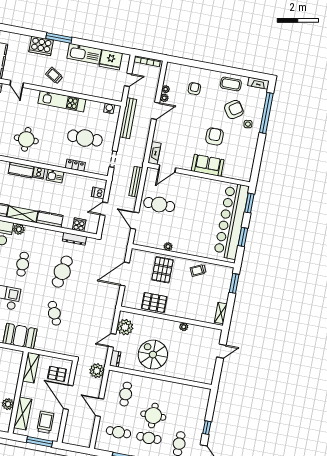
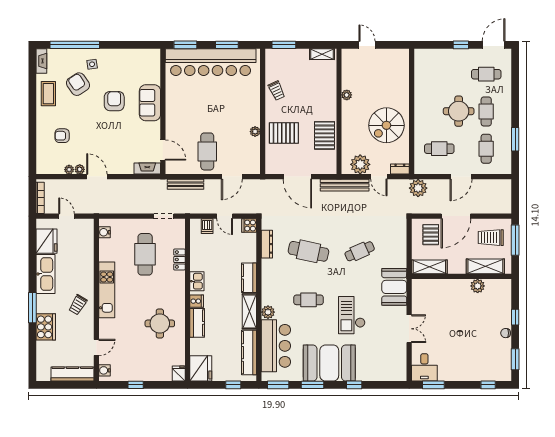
bench: (128, 118) -> (345, 185), moved
armchair: (215, 136) -> (114, 101), turned 90
cooker: (79, 225) -> (249, 226), moved

